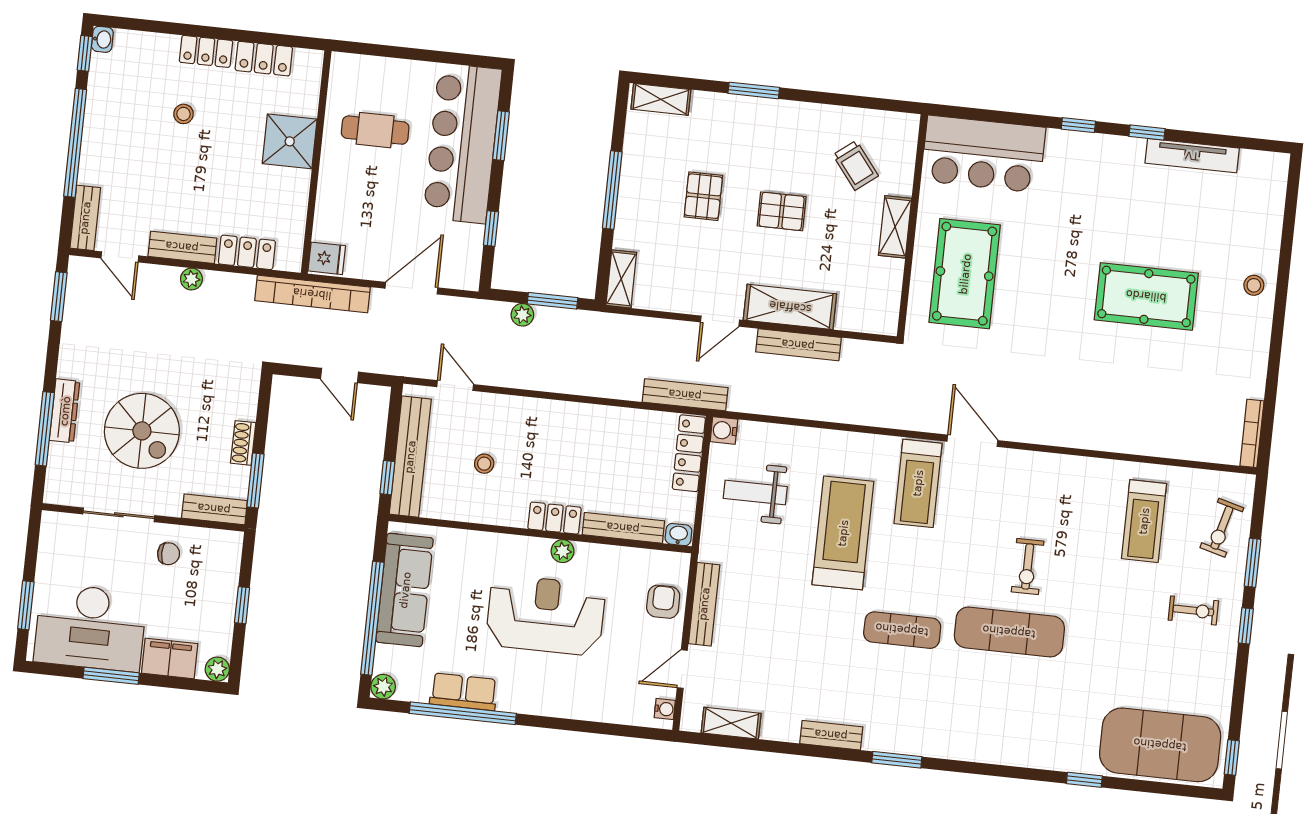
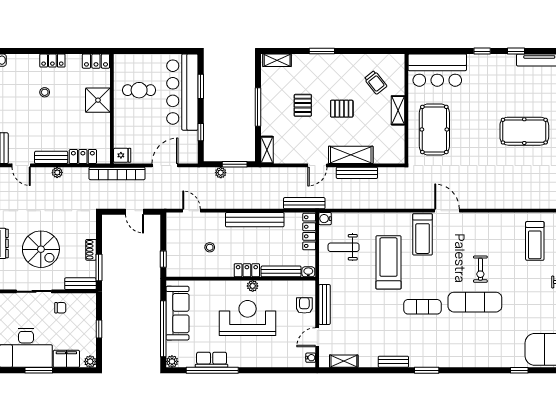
locker: (264, 59) -> (96, 61), moved
bench: (410, 457) -> (255, 220), moved, turned 90

